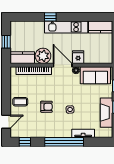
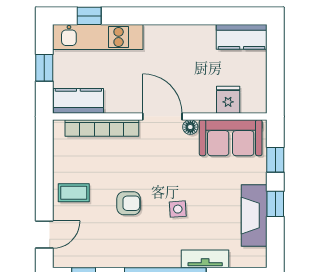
window: (50, 17) -> (89, 16), moved
kitchen unit: (66, 27) -> (98, 37), moved
plant: (43, 56) -> (121, 97), removed
fridge: (78, 57) -> (228, 100), moved

